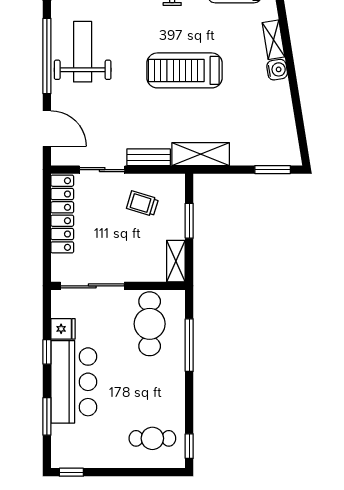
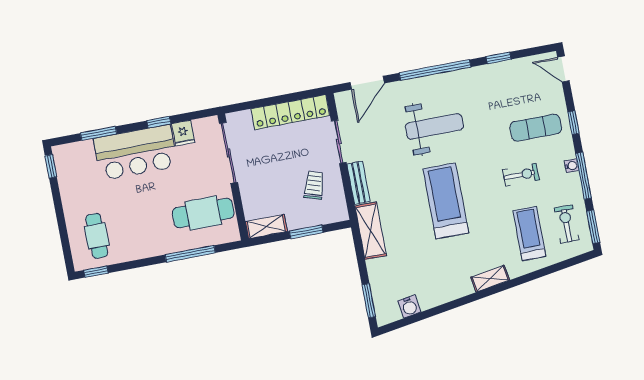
weight bench: (83, 52) -> (434, 126), moved
water cooler: (277, 70) -> (409, 306), moved

